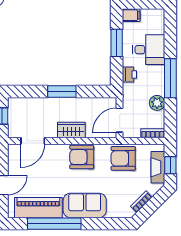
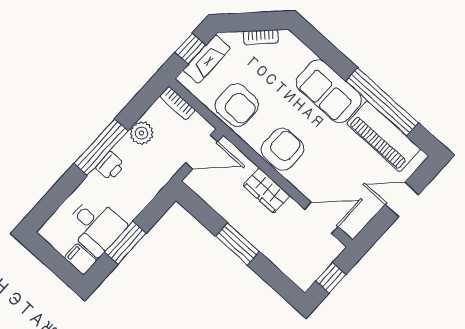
desk: (149, 50) -> (95, 226), moved, turned 180
printer: (129, 74) -> (110, 166), moved, turned 180
armchair: (82, 157) -> (282, 149), turned -90

